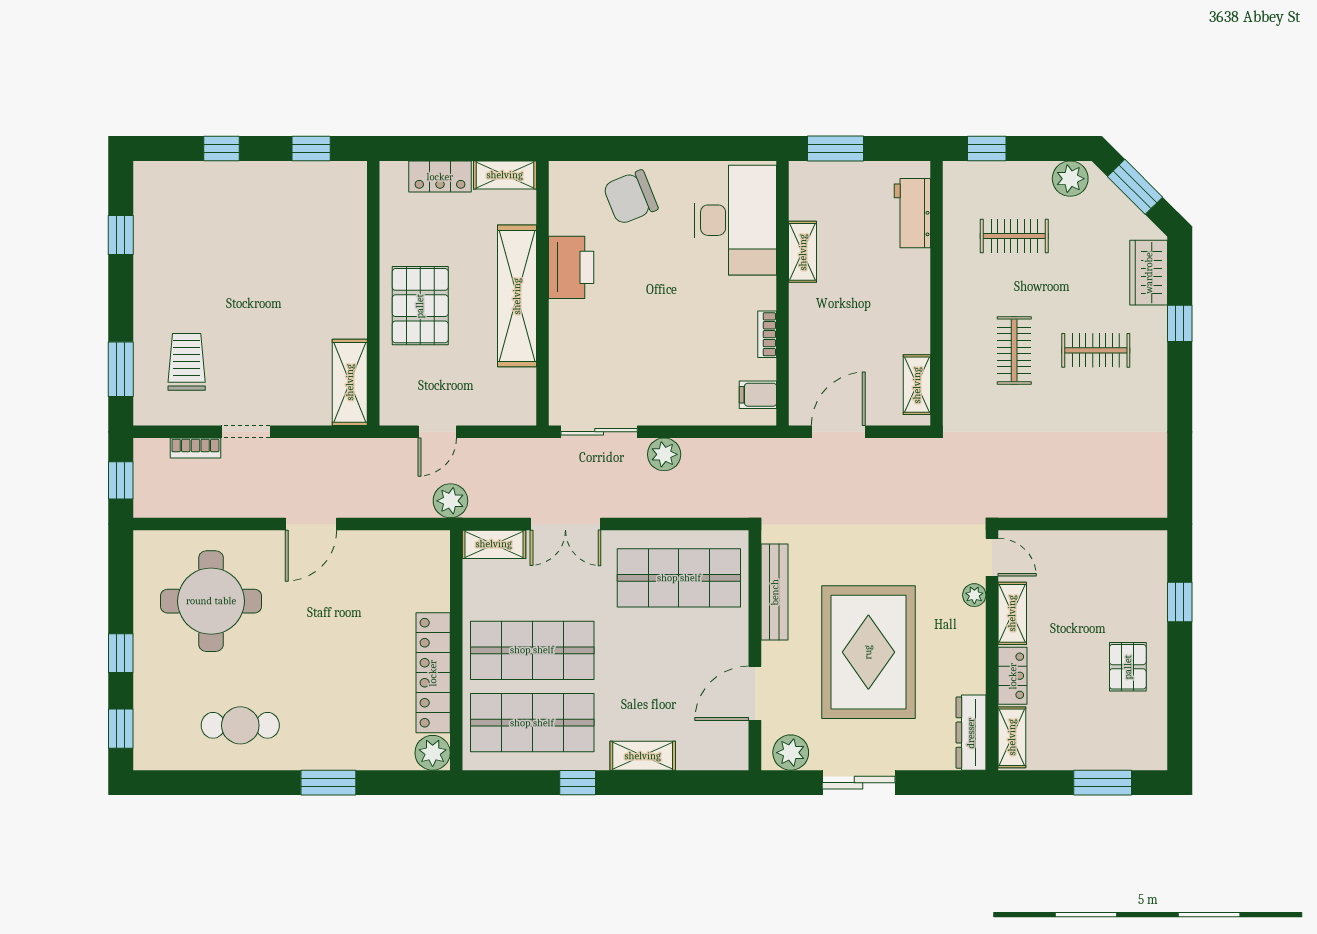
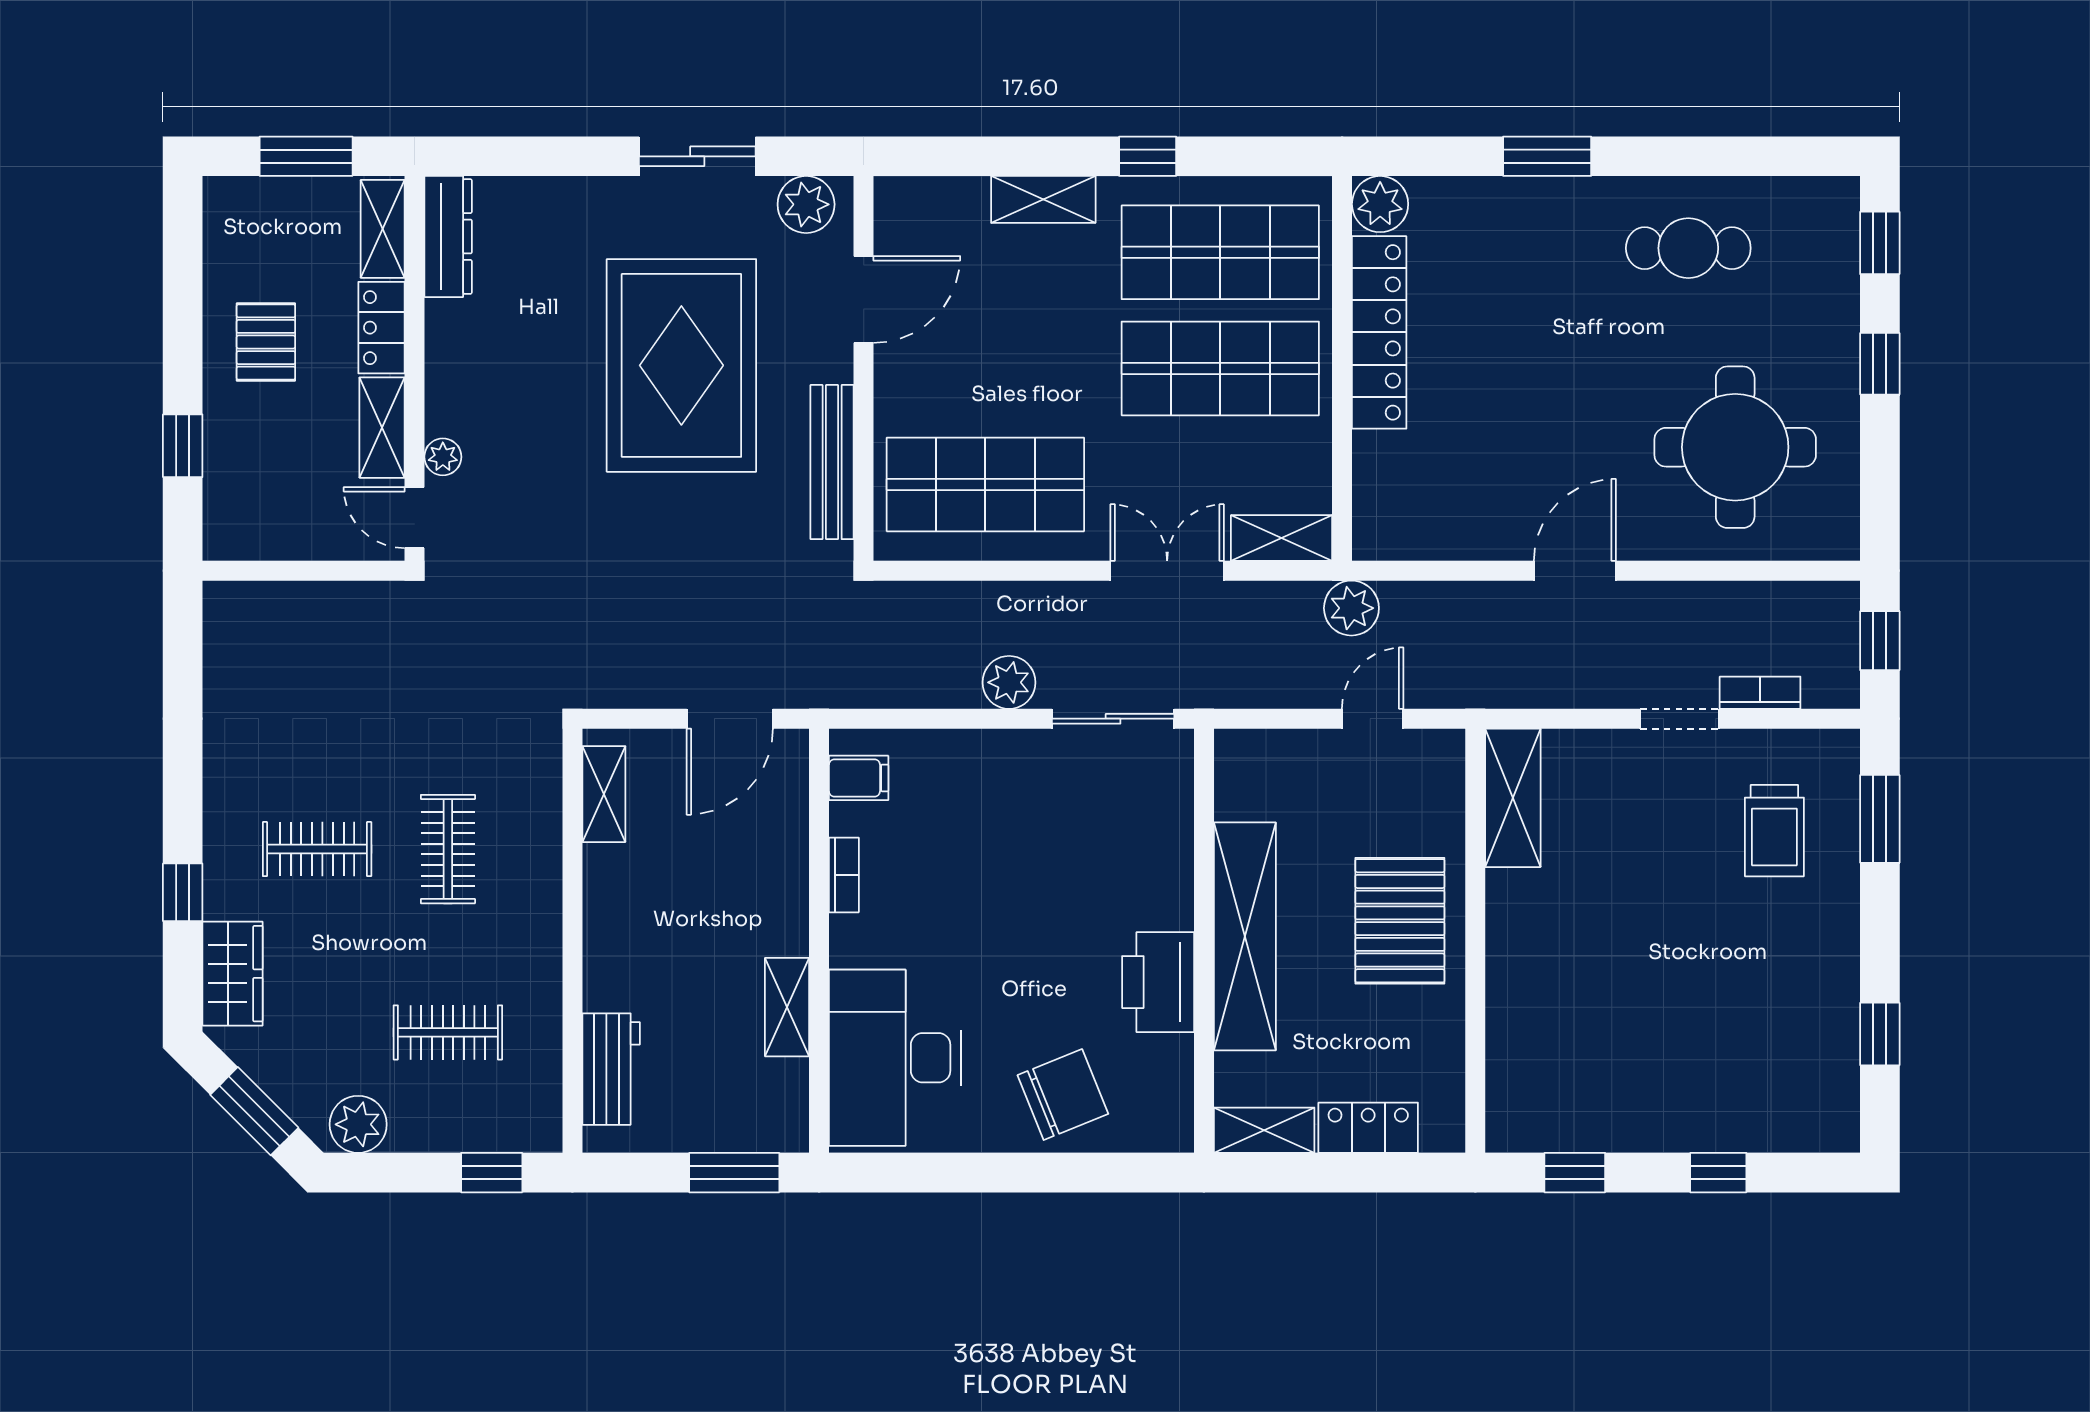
door: (992, 557) -> (415, 518), moved
plant: (974, 595) -> (443, 457), moved
shelving: (1012, 613) -> (382, 428), moved
wall: (992, 650) -> (415, 368), moved
locker: (1013, 676) -> (382, 328), moved
dresser: (971, 733) -> (448, 237), moved
shelving: (1012, 737) -> (383, 229), moved

